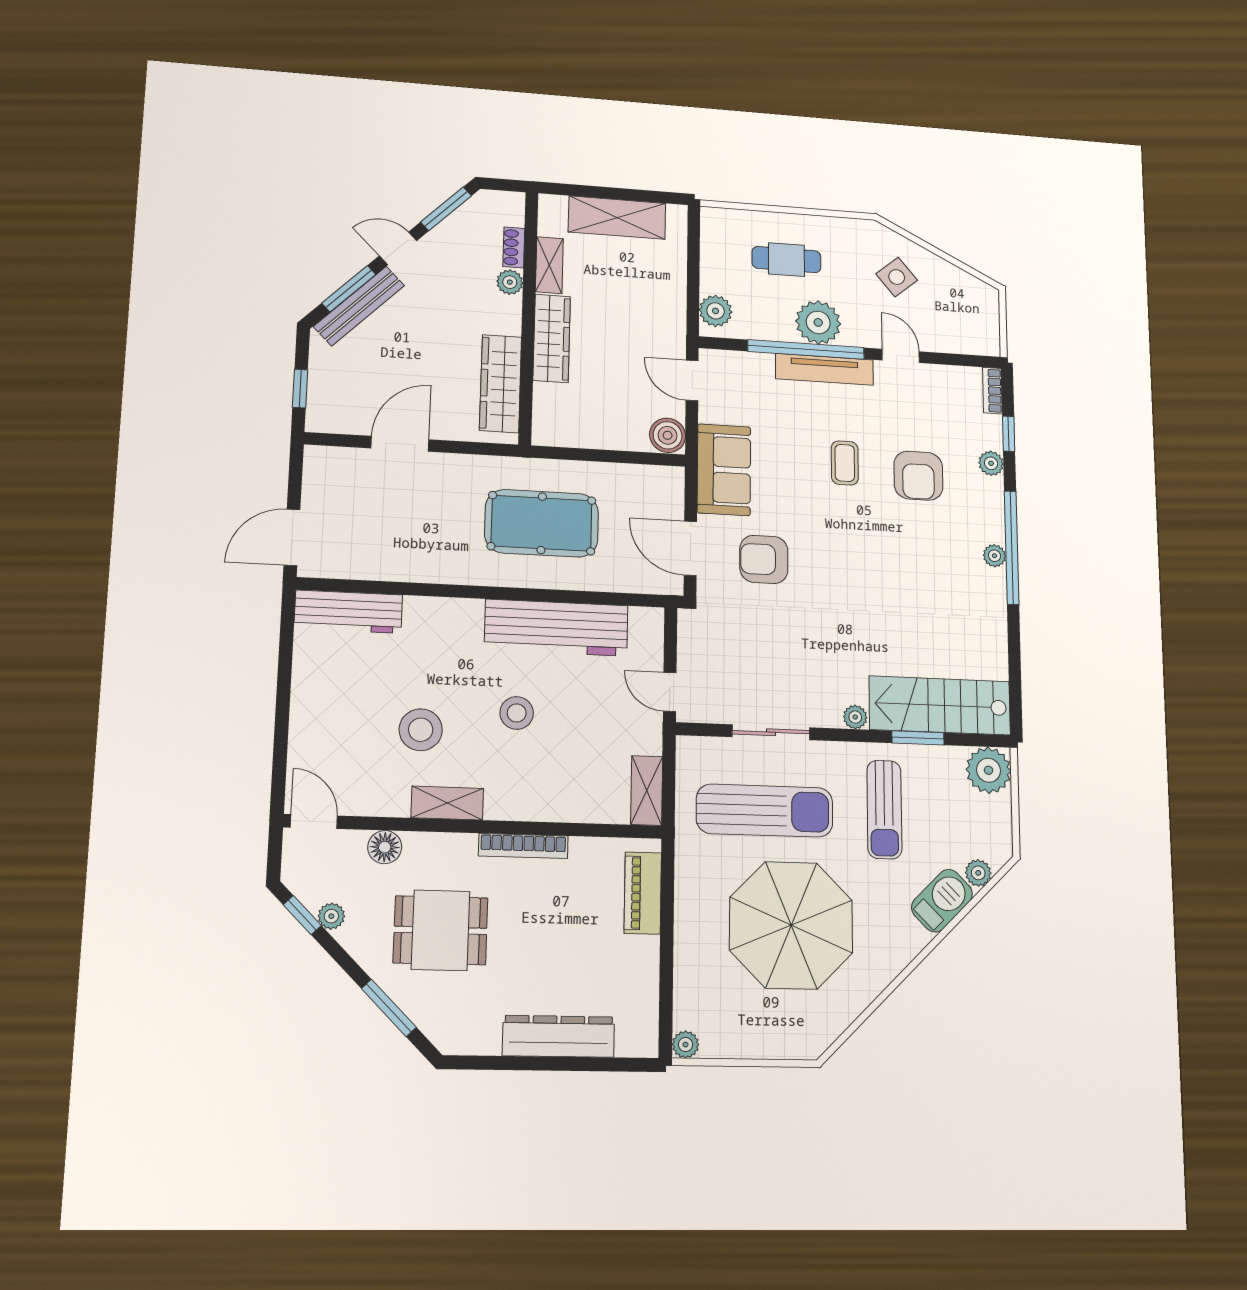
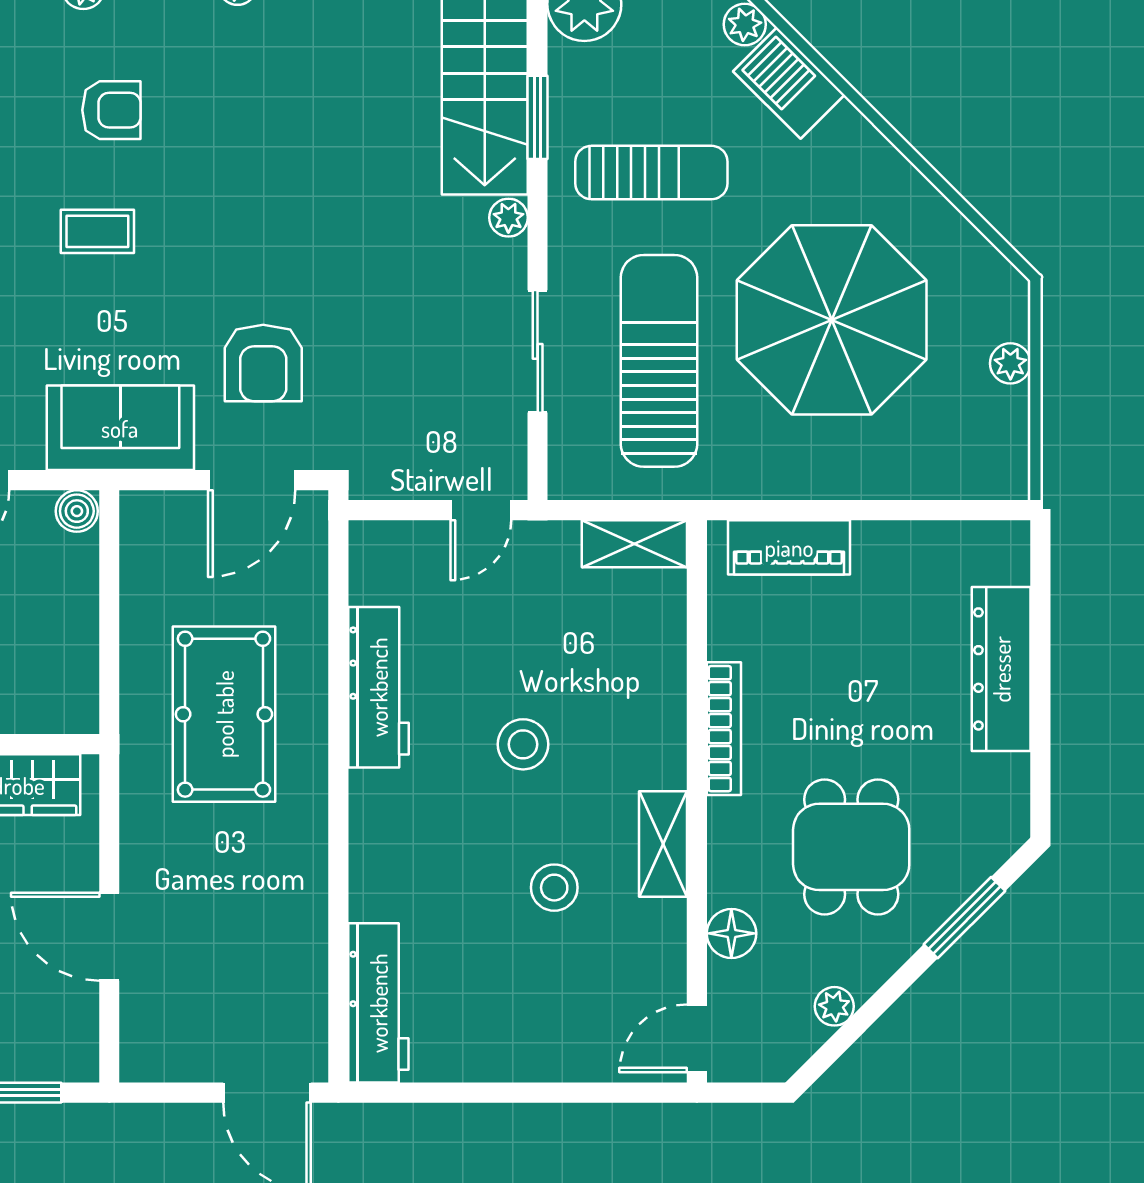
boiler: (668, 435) -> (77, 511), width x0.73, depth x0.73
armchair: (918, 476) -> (111, 110), width x0.72, depth x0.72
workbench: (556, 628) -> (378, 687), width x0.73, depth x0.76
stool: (421, 730) -> (554, 888), width x0.73, depth x0.73
window: (302, 915) -> (834, 1048), removed
plant: (686, 1045) -> (1010, 363), moved

